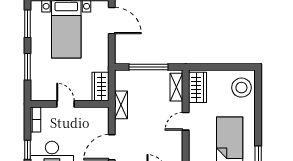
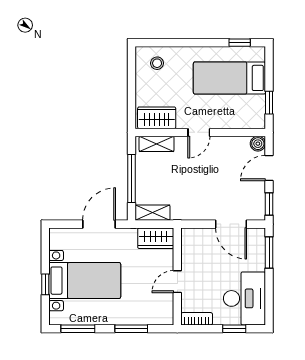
door: (112, 21) -> (99, 224), moved
stool: (241, 88) -> (157, 63), width x0.53, depth x0.53
shelving: (121, 105) -> (153, 213), moved
door: (186, 121) -> (199, 132), hinge flipped

